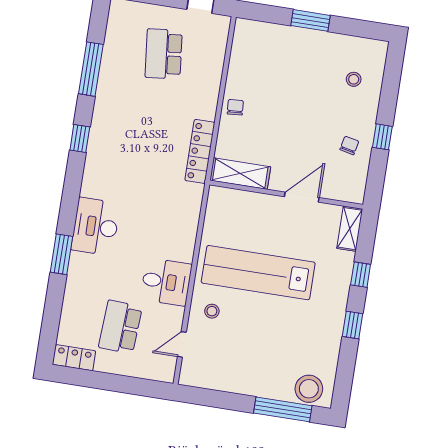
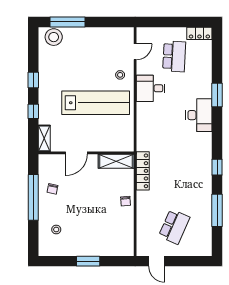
school desk: (164, 54) -> (174, 227), turned 30
window: (382, 137) -> (33, 197), width x3.17

